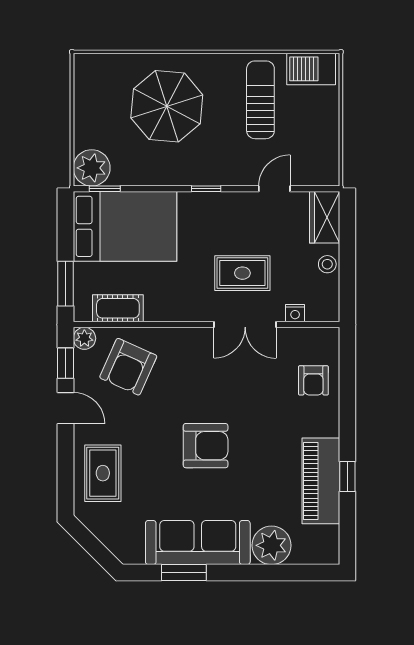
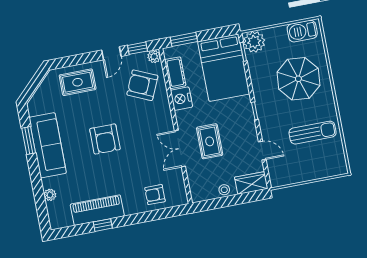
barbecue: (311, 69) -> (302, 31), moved, turned -90
nightstand: (295, 313) -> (181, 99), moved, width x1.89, depth x1.79
plant: (271, 545) -> (50, 195), width x0.53, depth x0.53

